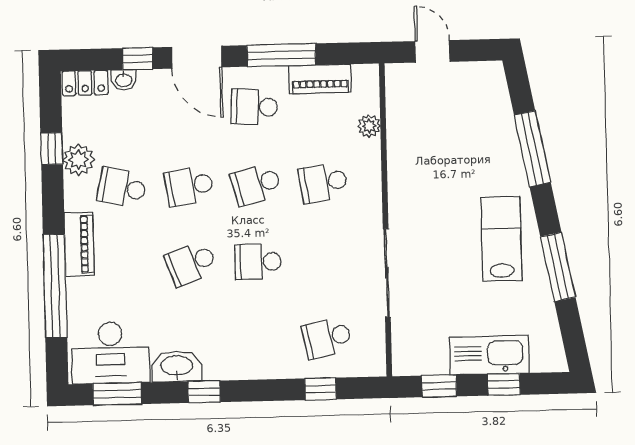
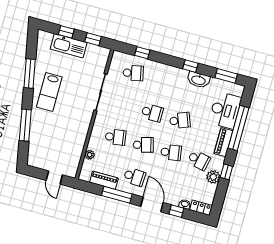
window: (52, 149) -> (226, 172), moved
desk: (110, 353) -> (225, 110), moved, turned 90

